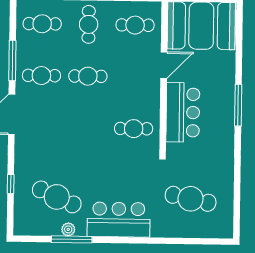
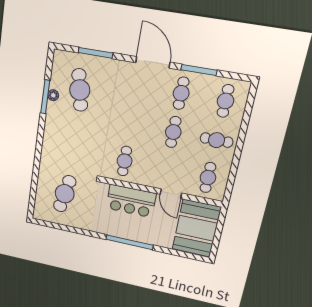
window: (238, 105) -> (129, 242), width x1.46
window: (11, 184) -> (95, 53), width x2.17
cafe table: (57, 197) -> (80, 90), turned -36
bar counter: (119, 220) -> (56, 137), removed

